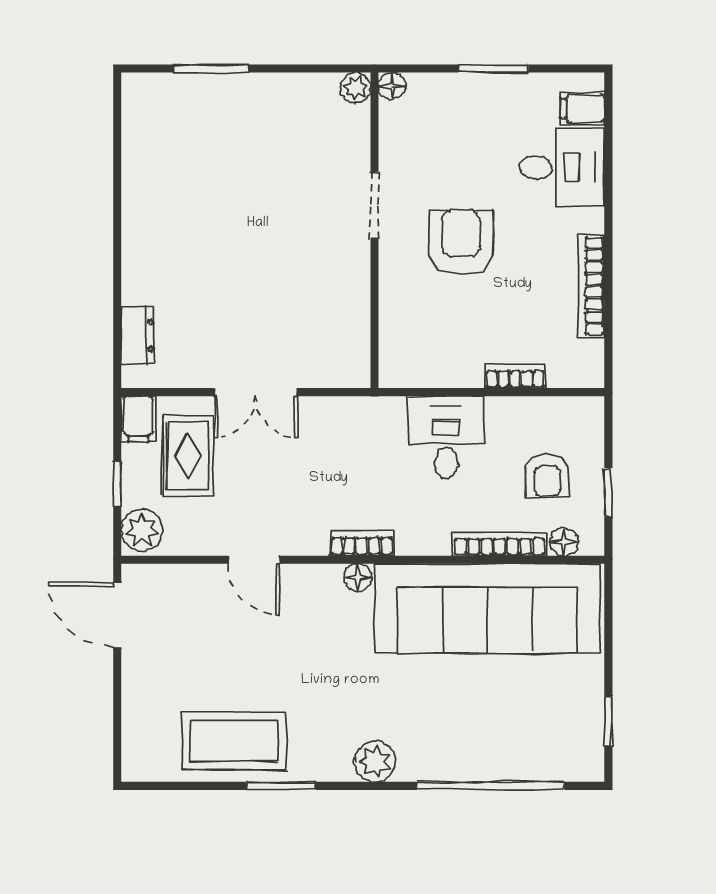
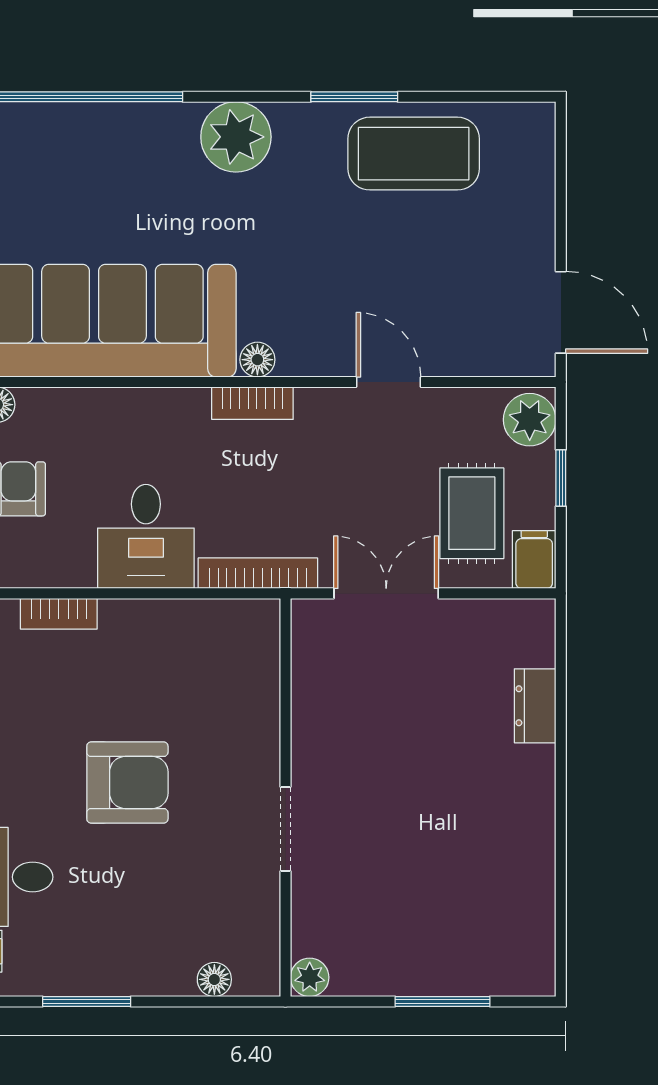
plant: (355, 88) -> (310, 977), moved
doorway: (375, 205) -> (285, 829), moved
wall: (375, 230) -> (285, 797), moved
armchair: (461, 242) -> (127, 783), turned -90
dresser: (138, 336) -> (535, 706), moved
bookcase: (500, 544) -> (258, 573), moved, turned 180
plant: (375, 761) -> (236, 137), width x1.36, depth x1.36

